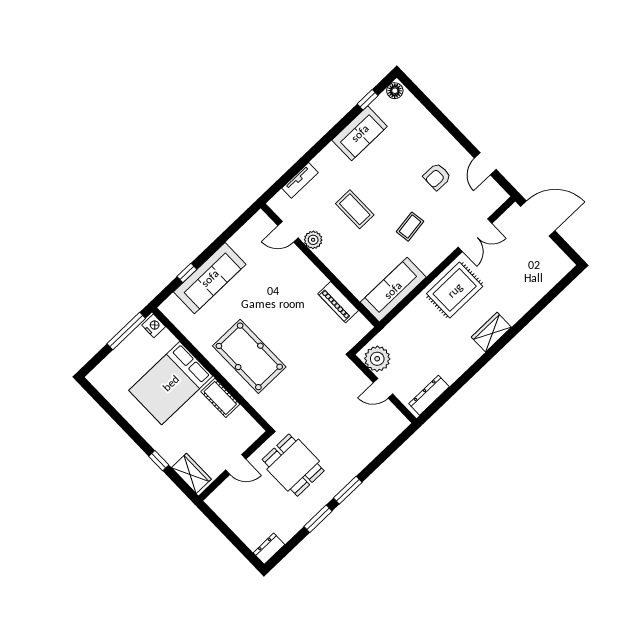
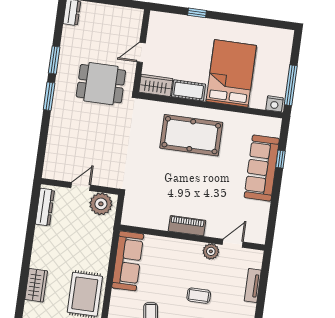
coffee table: (355, 209) -> (199, 296), width x0.73, depth x0.77
piano: (338, 302) -> (187, 226), moved
wardrobe: (191, 473) -> (156, 85), moved, turned 180

